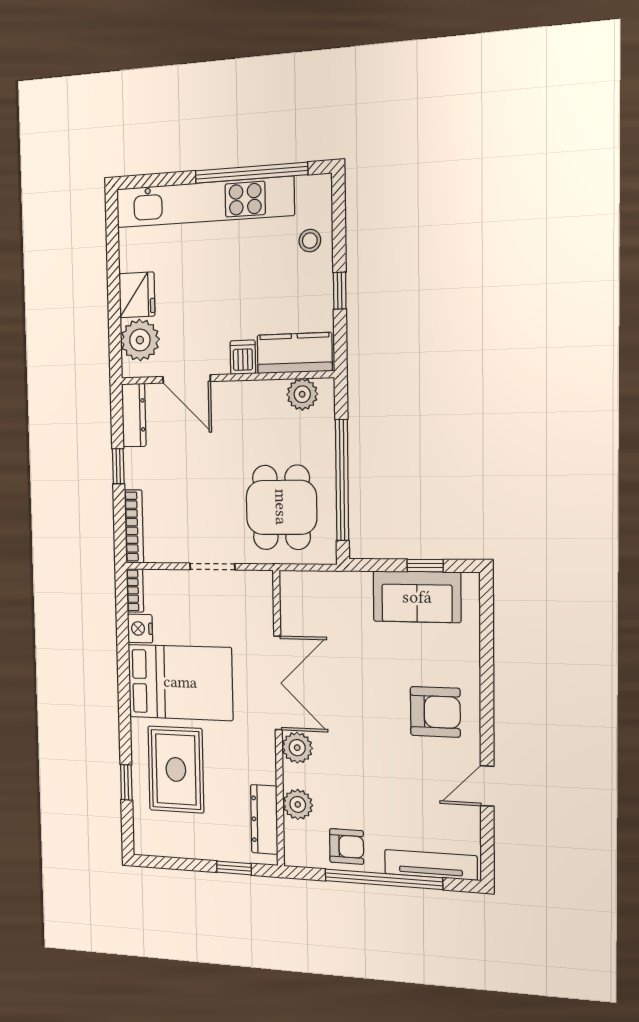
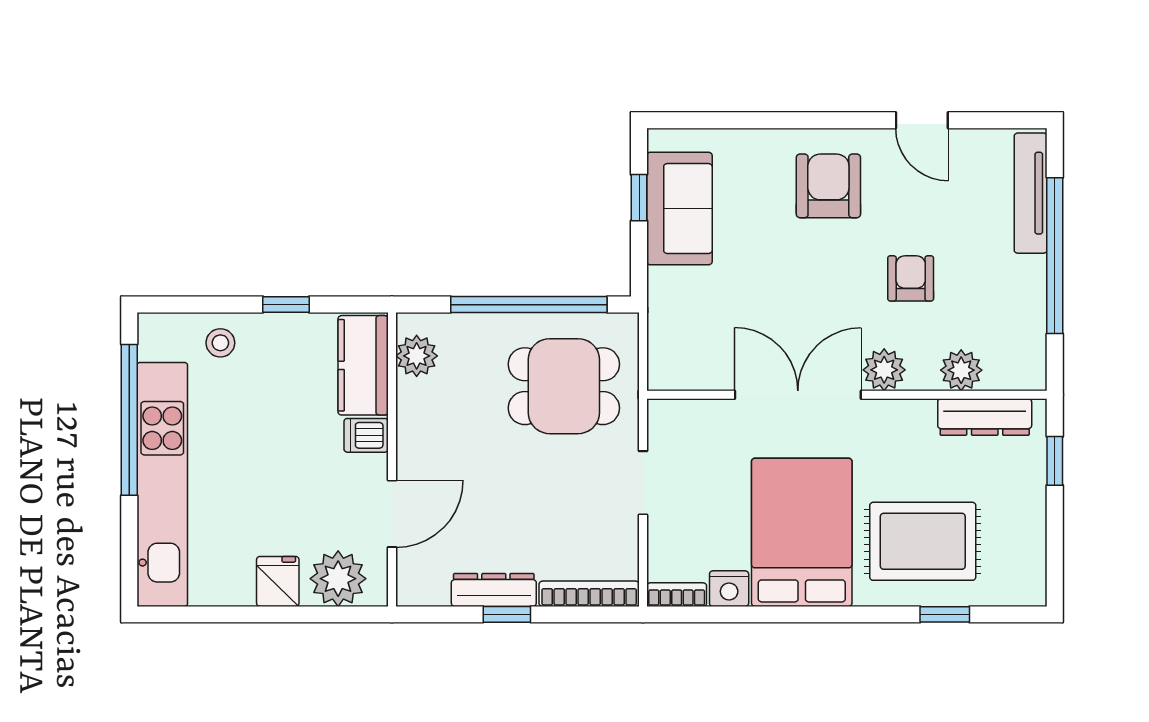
fridge: (137, 295) -> (278, 581), width x0.72
dresser: (134, 415) -> (494, 590), moved
armchair: (347, 846) -> (911, 278), moved

